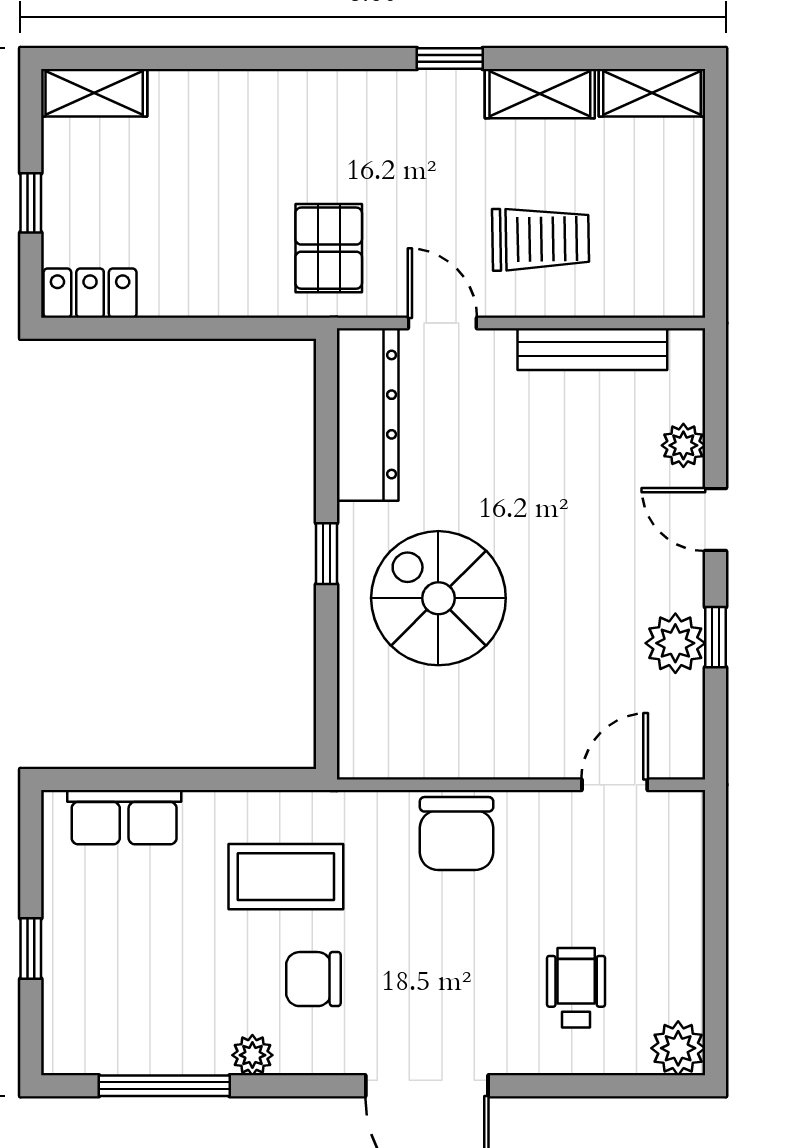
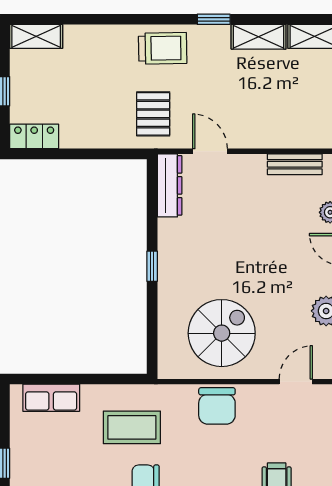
trolley: (541, 239) -> (163, 48), moved
bench: (592, 349) -> (295, 164), width x0.73
dresser: (368, 415) -> (170, 185), width x0.73, depth x0.80
spiral stairs: (438, 598) -> (222, 333), moved, turned 90

